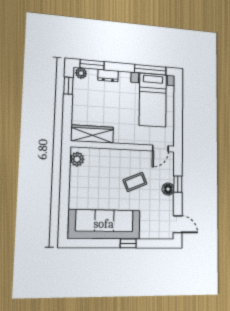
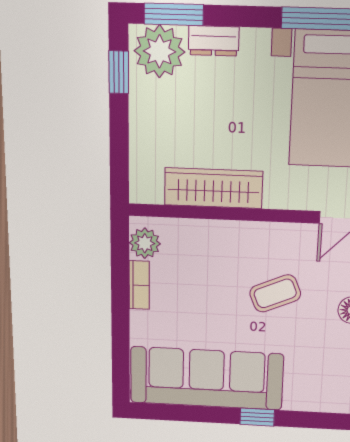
plant: (81, 73) -> (159, 51), width x1.88, depth x1.88
wardrobe: (92, 134) -> (213, 188), moved
bookcase: (74, 179) -> (139, 285), added

